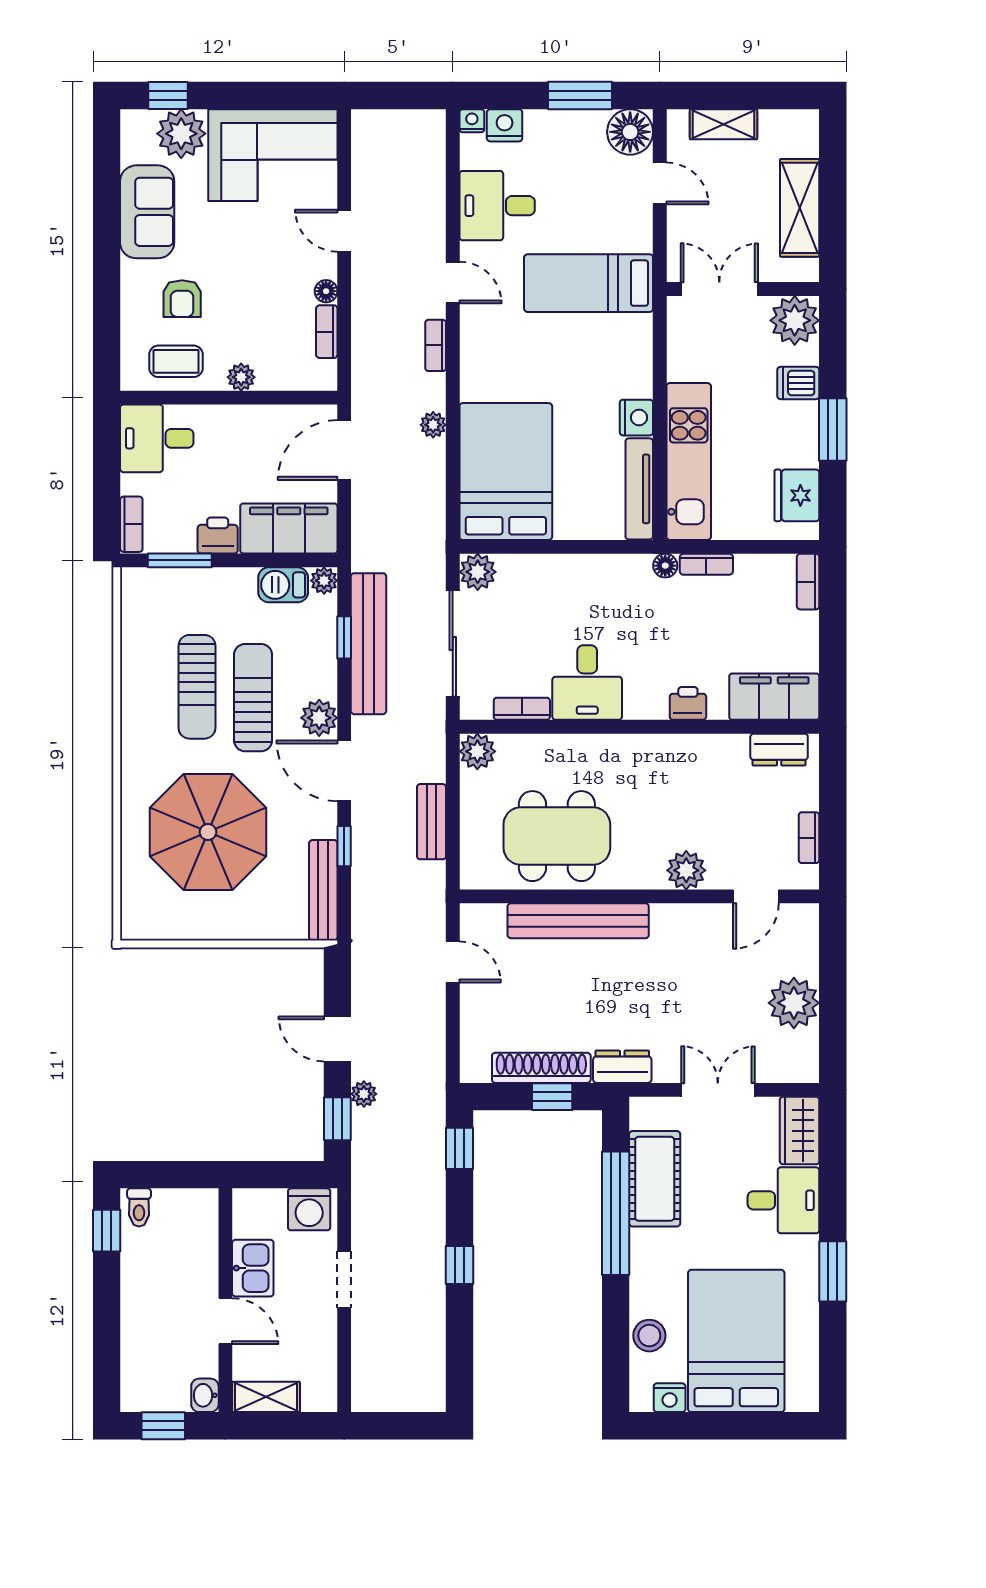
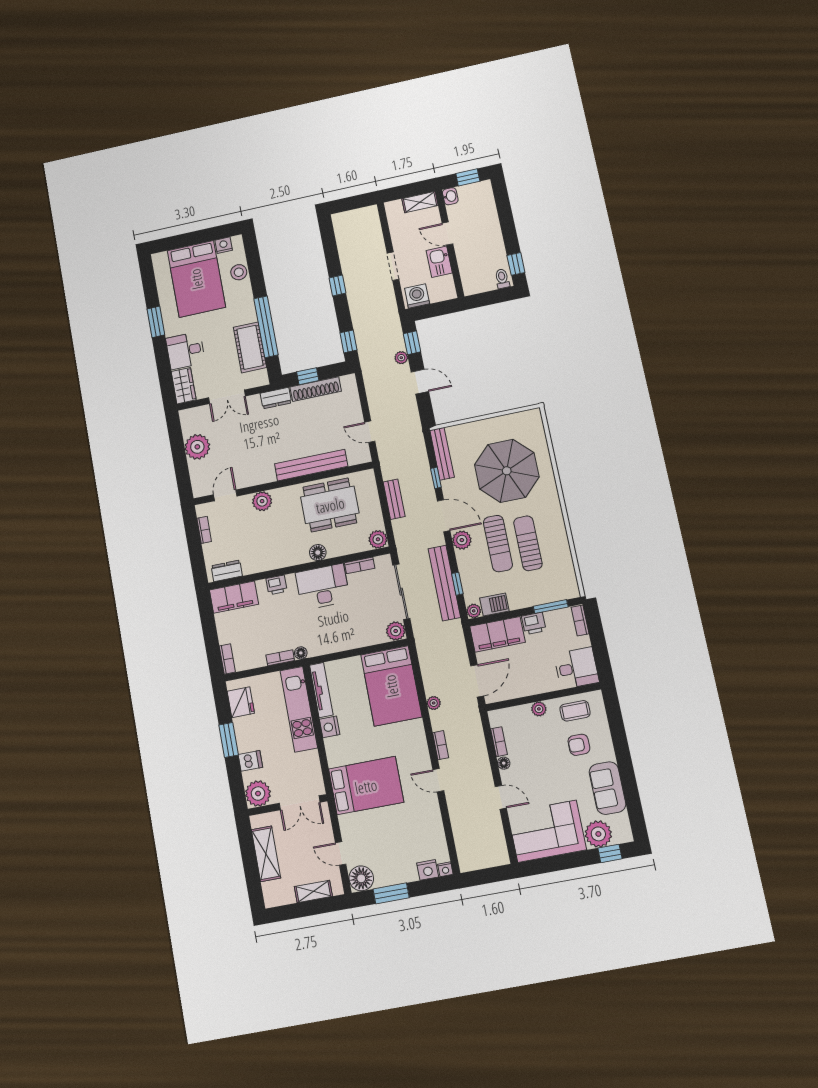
desk: (497, 206) -> (423, 826), removed
bed: (589, 283) -> (366, 786), width x1.50
armchair: (182, 299) -> (579, 745), turned -90
desk: (587, 683) -> (323, 587), width x1.37
floor lamp: (597, 749) -> (318, 553), added

